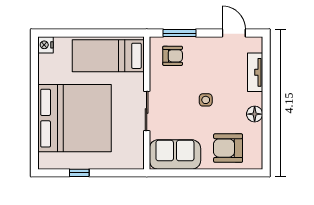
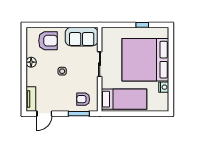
door: (234, 33) -> (44, 114), hinge flipped
nightstand: (45, 45) -> (164, 87), moved
tv unit: (255, 72) -> (31, 99), moved

